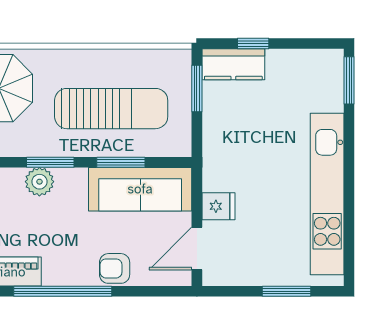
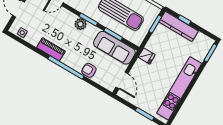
kitchen counter: (233, 64) -> (179, 26), width x1.50
fridge: (218, 206) -> (147, 56), moved
door: (197, 248) -> (122, 80), swing flipped

